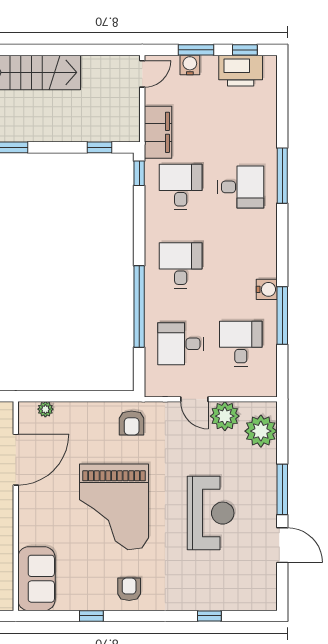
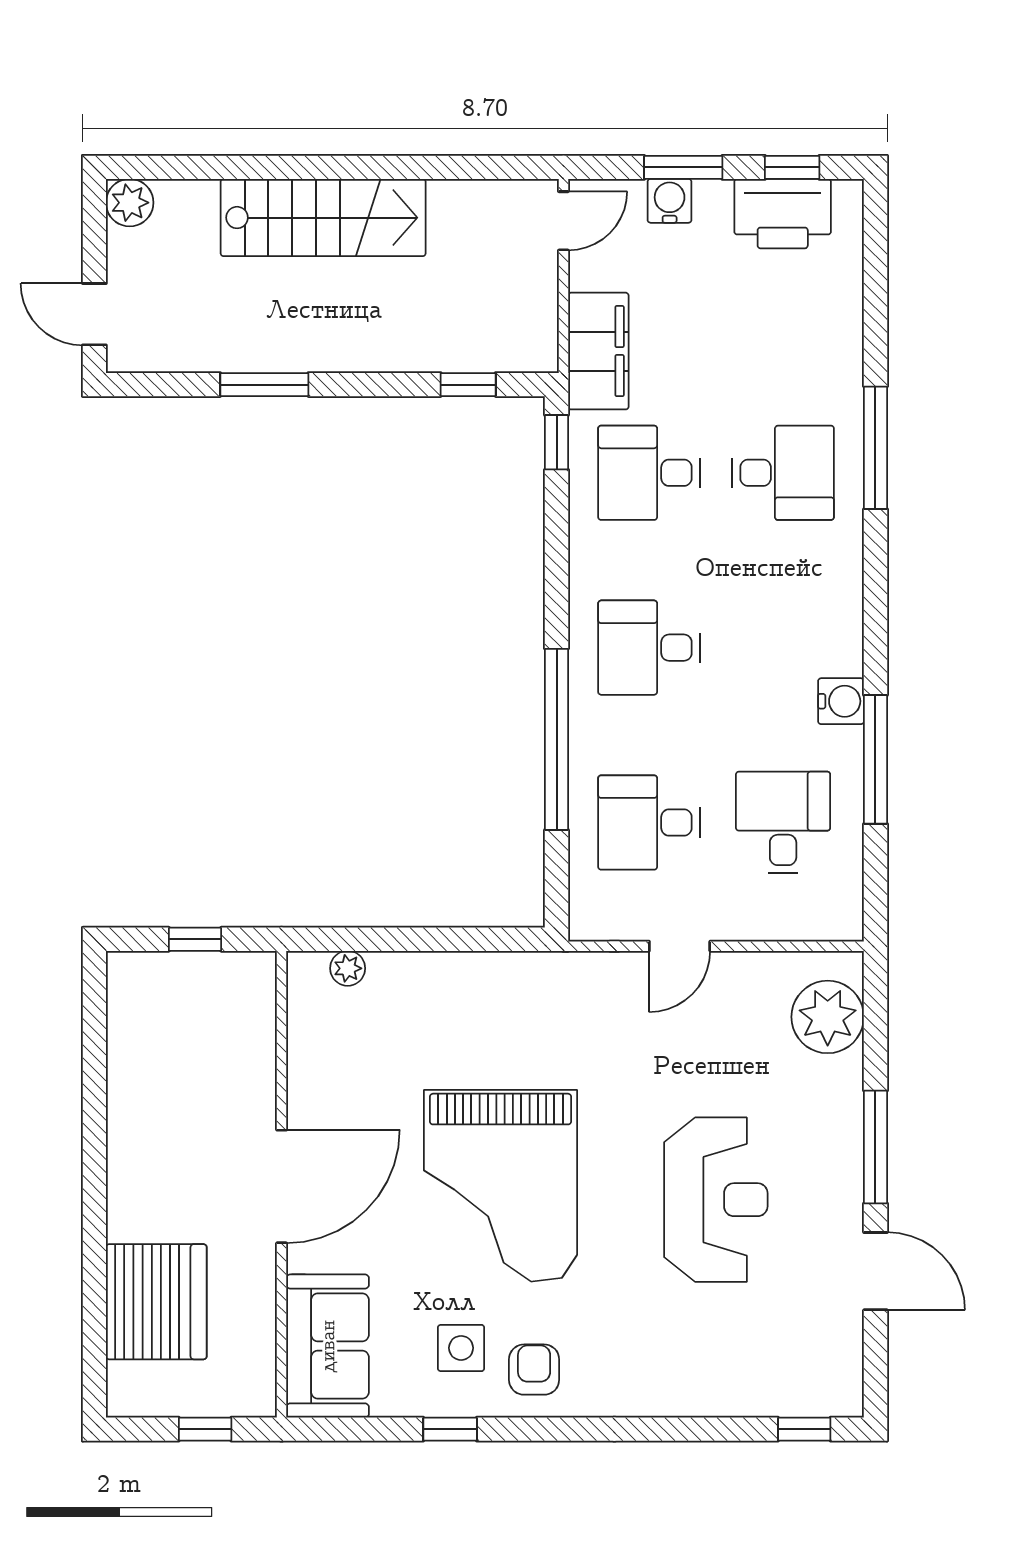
desk: (181, 187) -> (649, 473), turned -90
desk: (181, 265) -> (649, 648), turned -90
door: (194, 399) -> (680, 946), hinge flipped
plant: (225, 416) -> (747, 984), removed
armchair: (132, 423) -> (540, 999), removed
door: (16, 460) -> (282, 1186), moved
side table: (96, 580) -> (461, 1348), added
window: (209, 616) -> (804, 1429), moved

